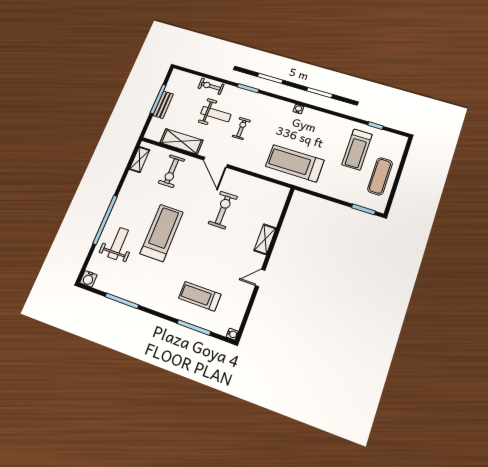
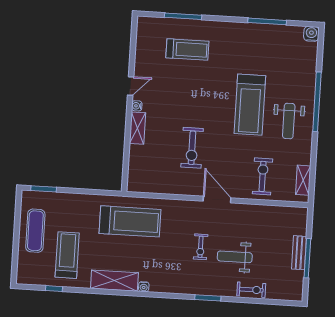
shelving: (181, 141) -> (114, 281), moved
weight bench: (118, 243) -> (289, 121), moved
water cooler: (232, 334) -> (137, 106), moved

